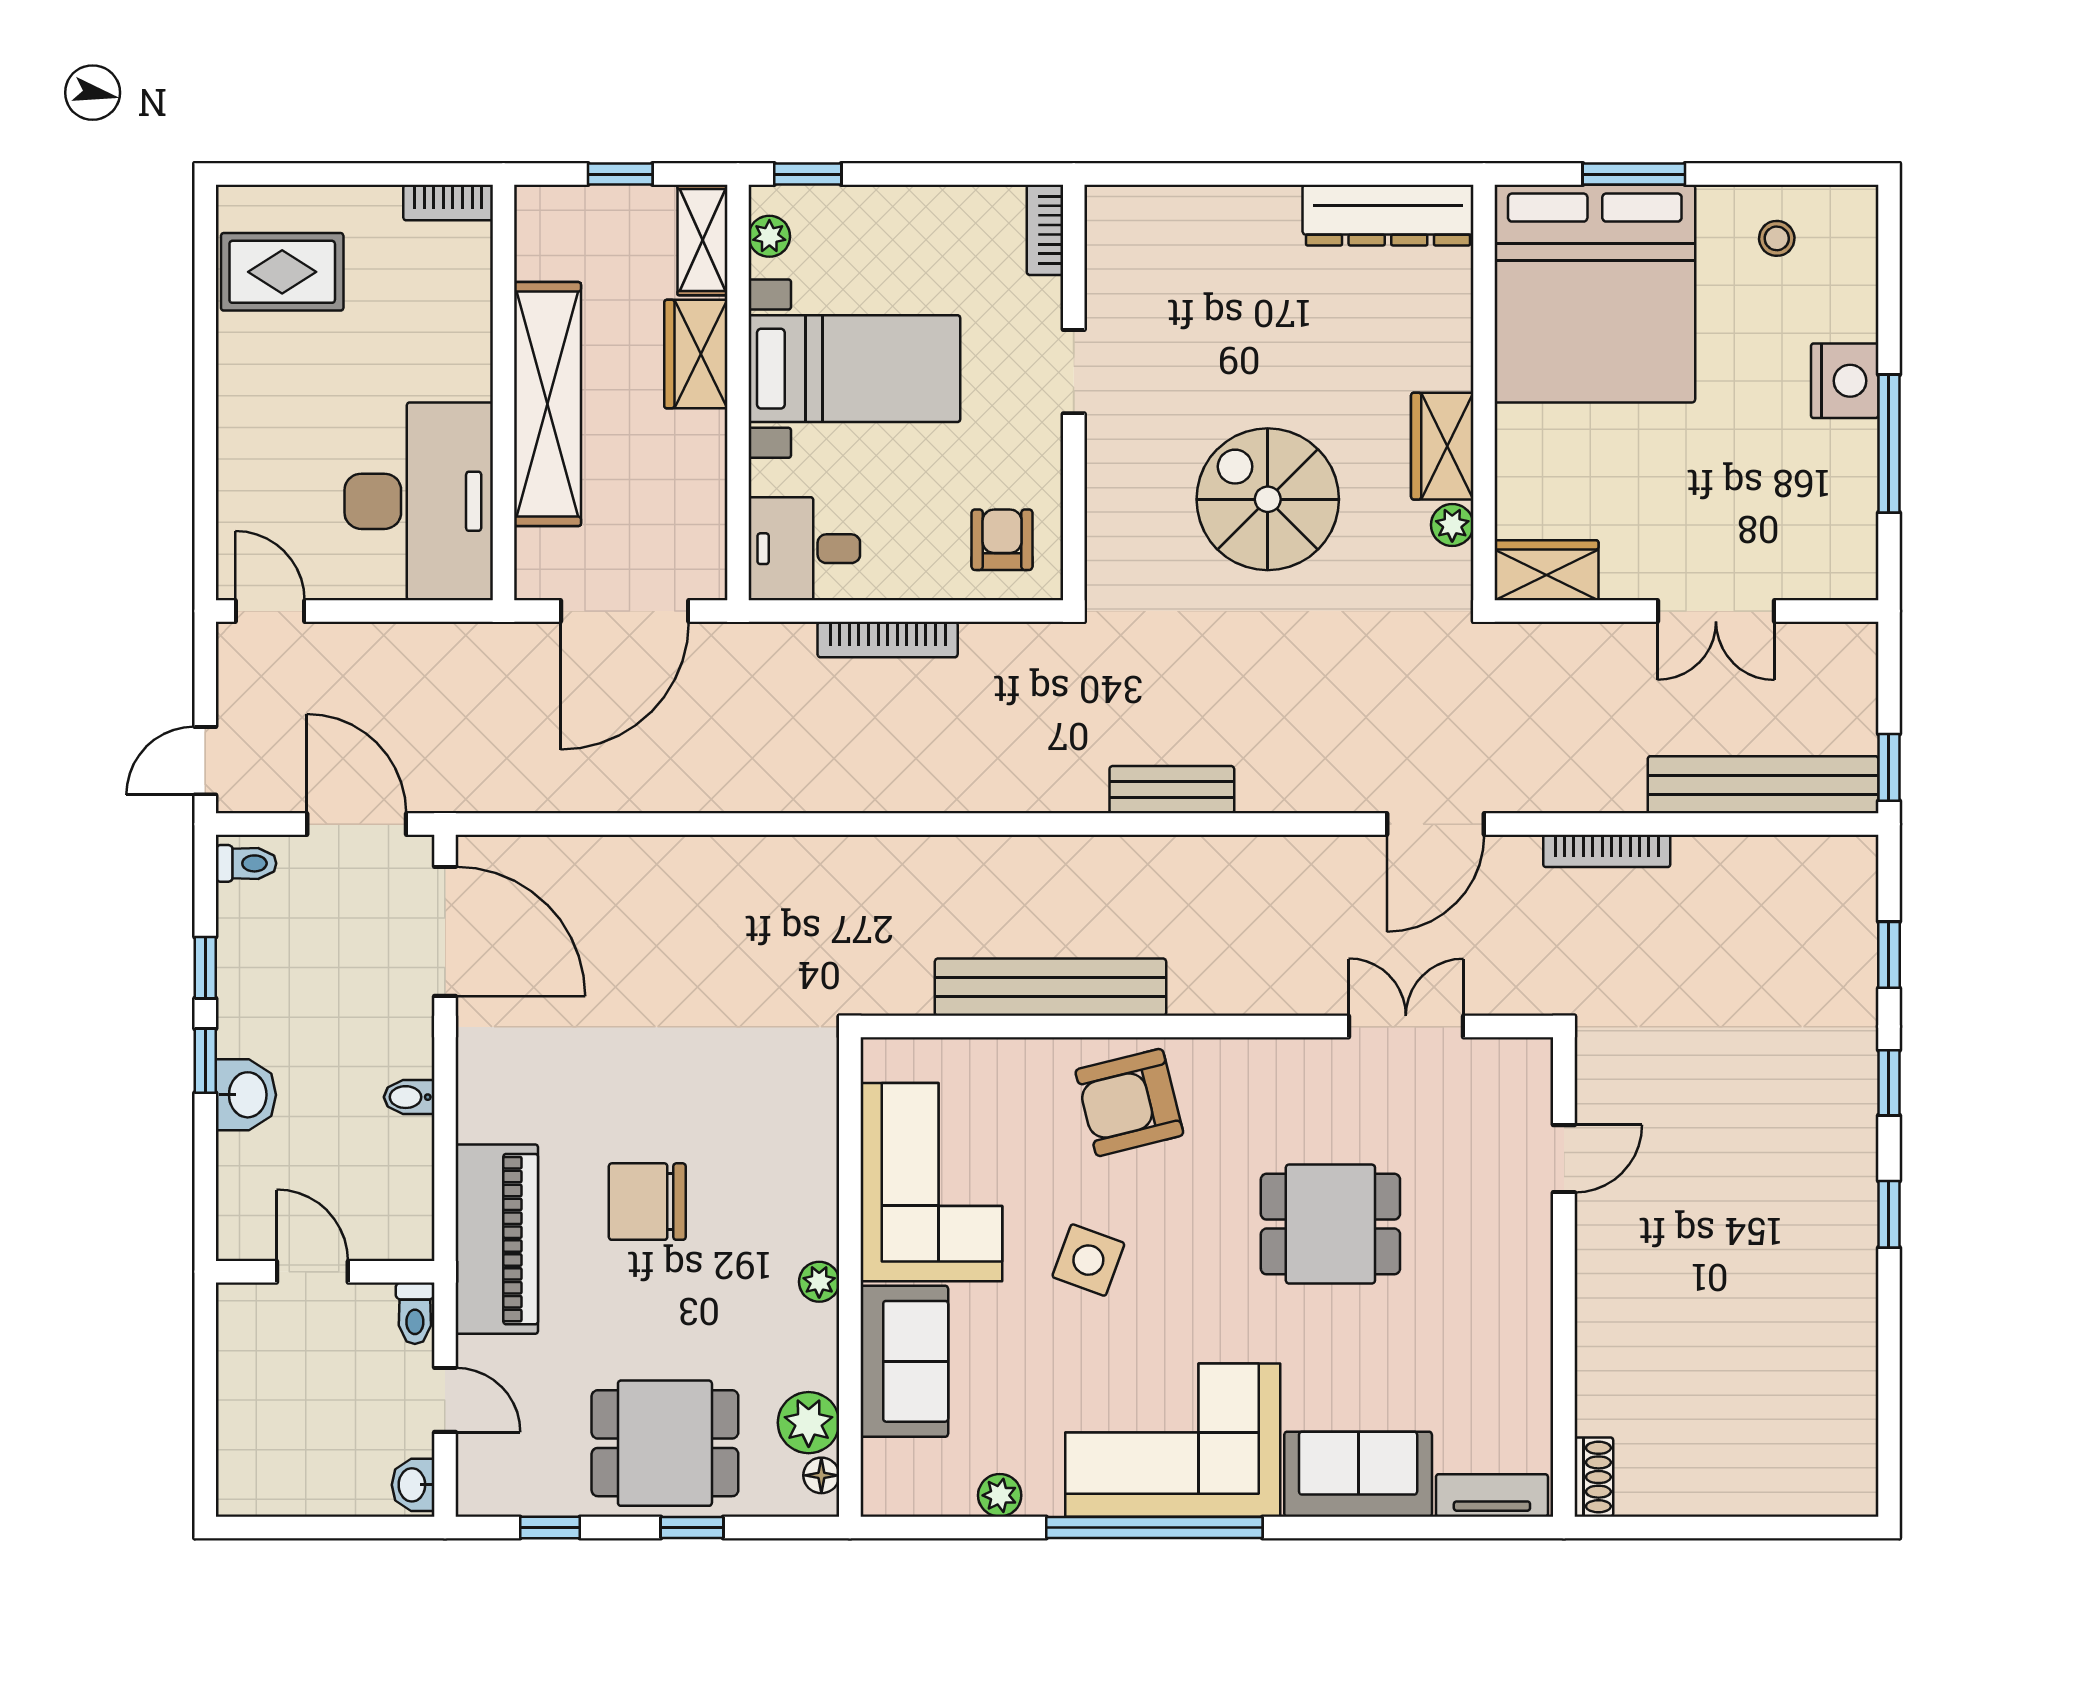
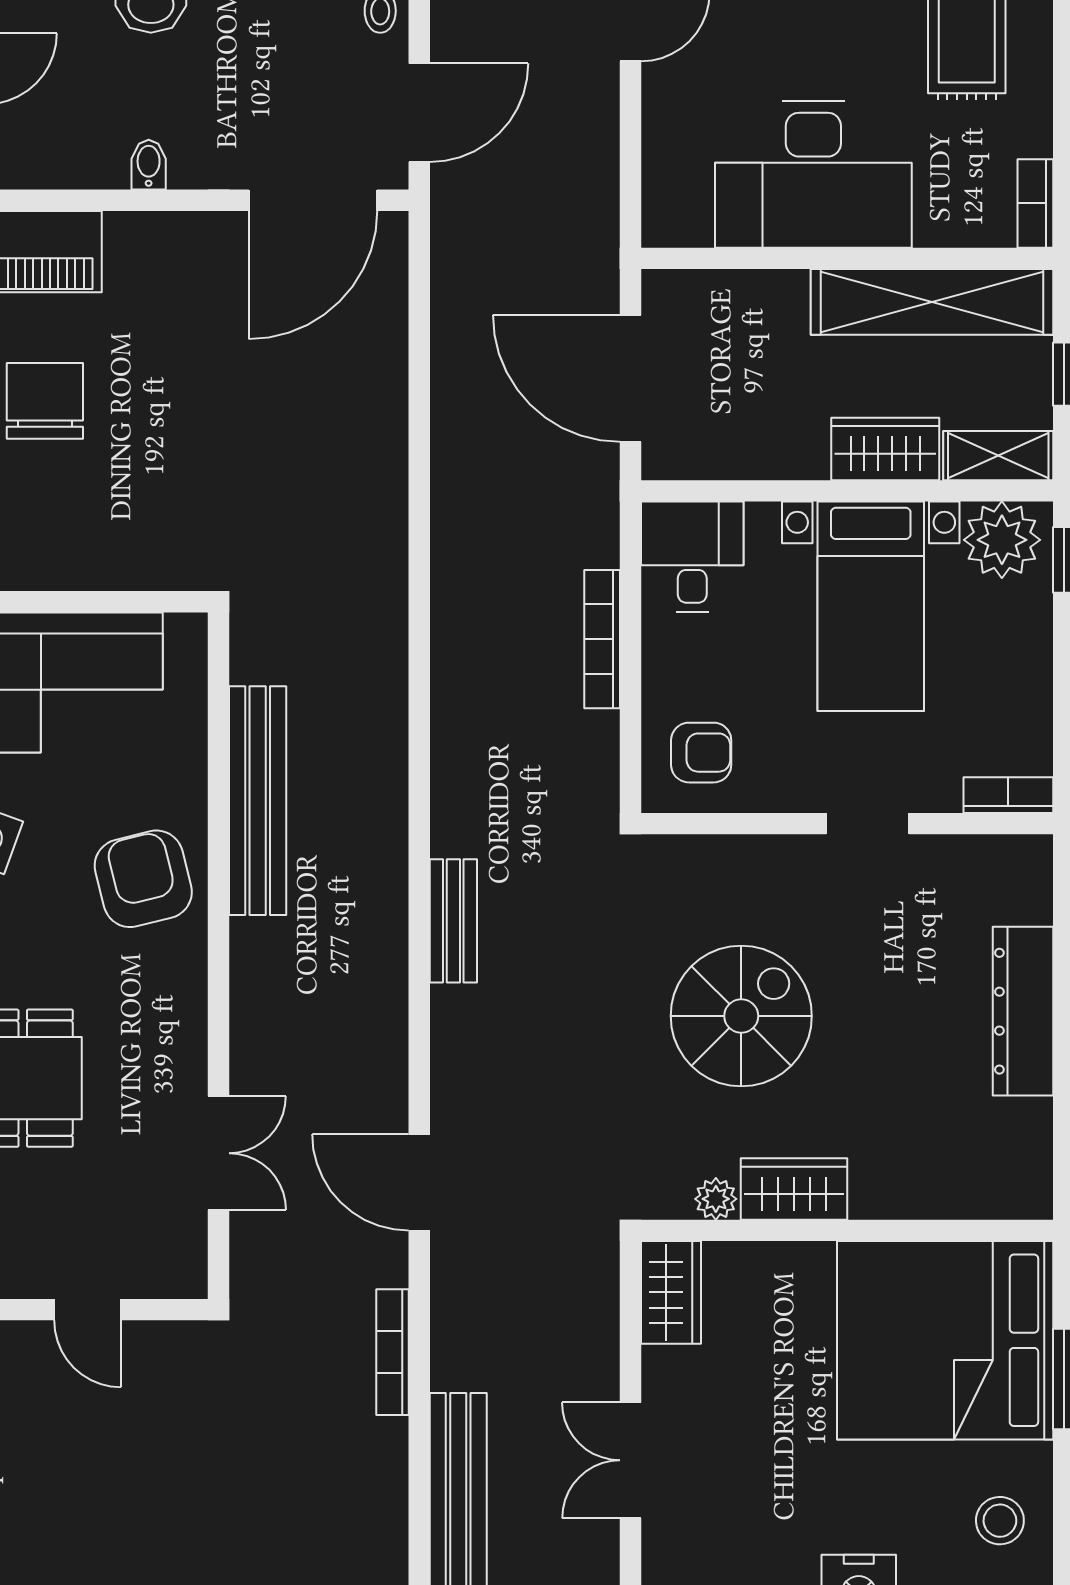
dresser: (1388, 215) -> (1023, 1011), moved
plant: (769, 236) -> (1002, 540), width x1.88, depth x1.88
stool: (1777, 238) -> (1000, 1521), width x1.37, depth x1.37
shelving: (548, 404) -> (932, 302), moved
desk: (419, 501) -> (813, 174), moved

